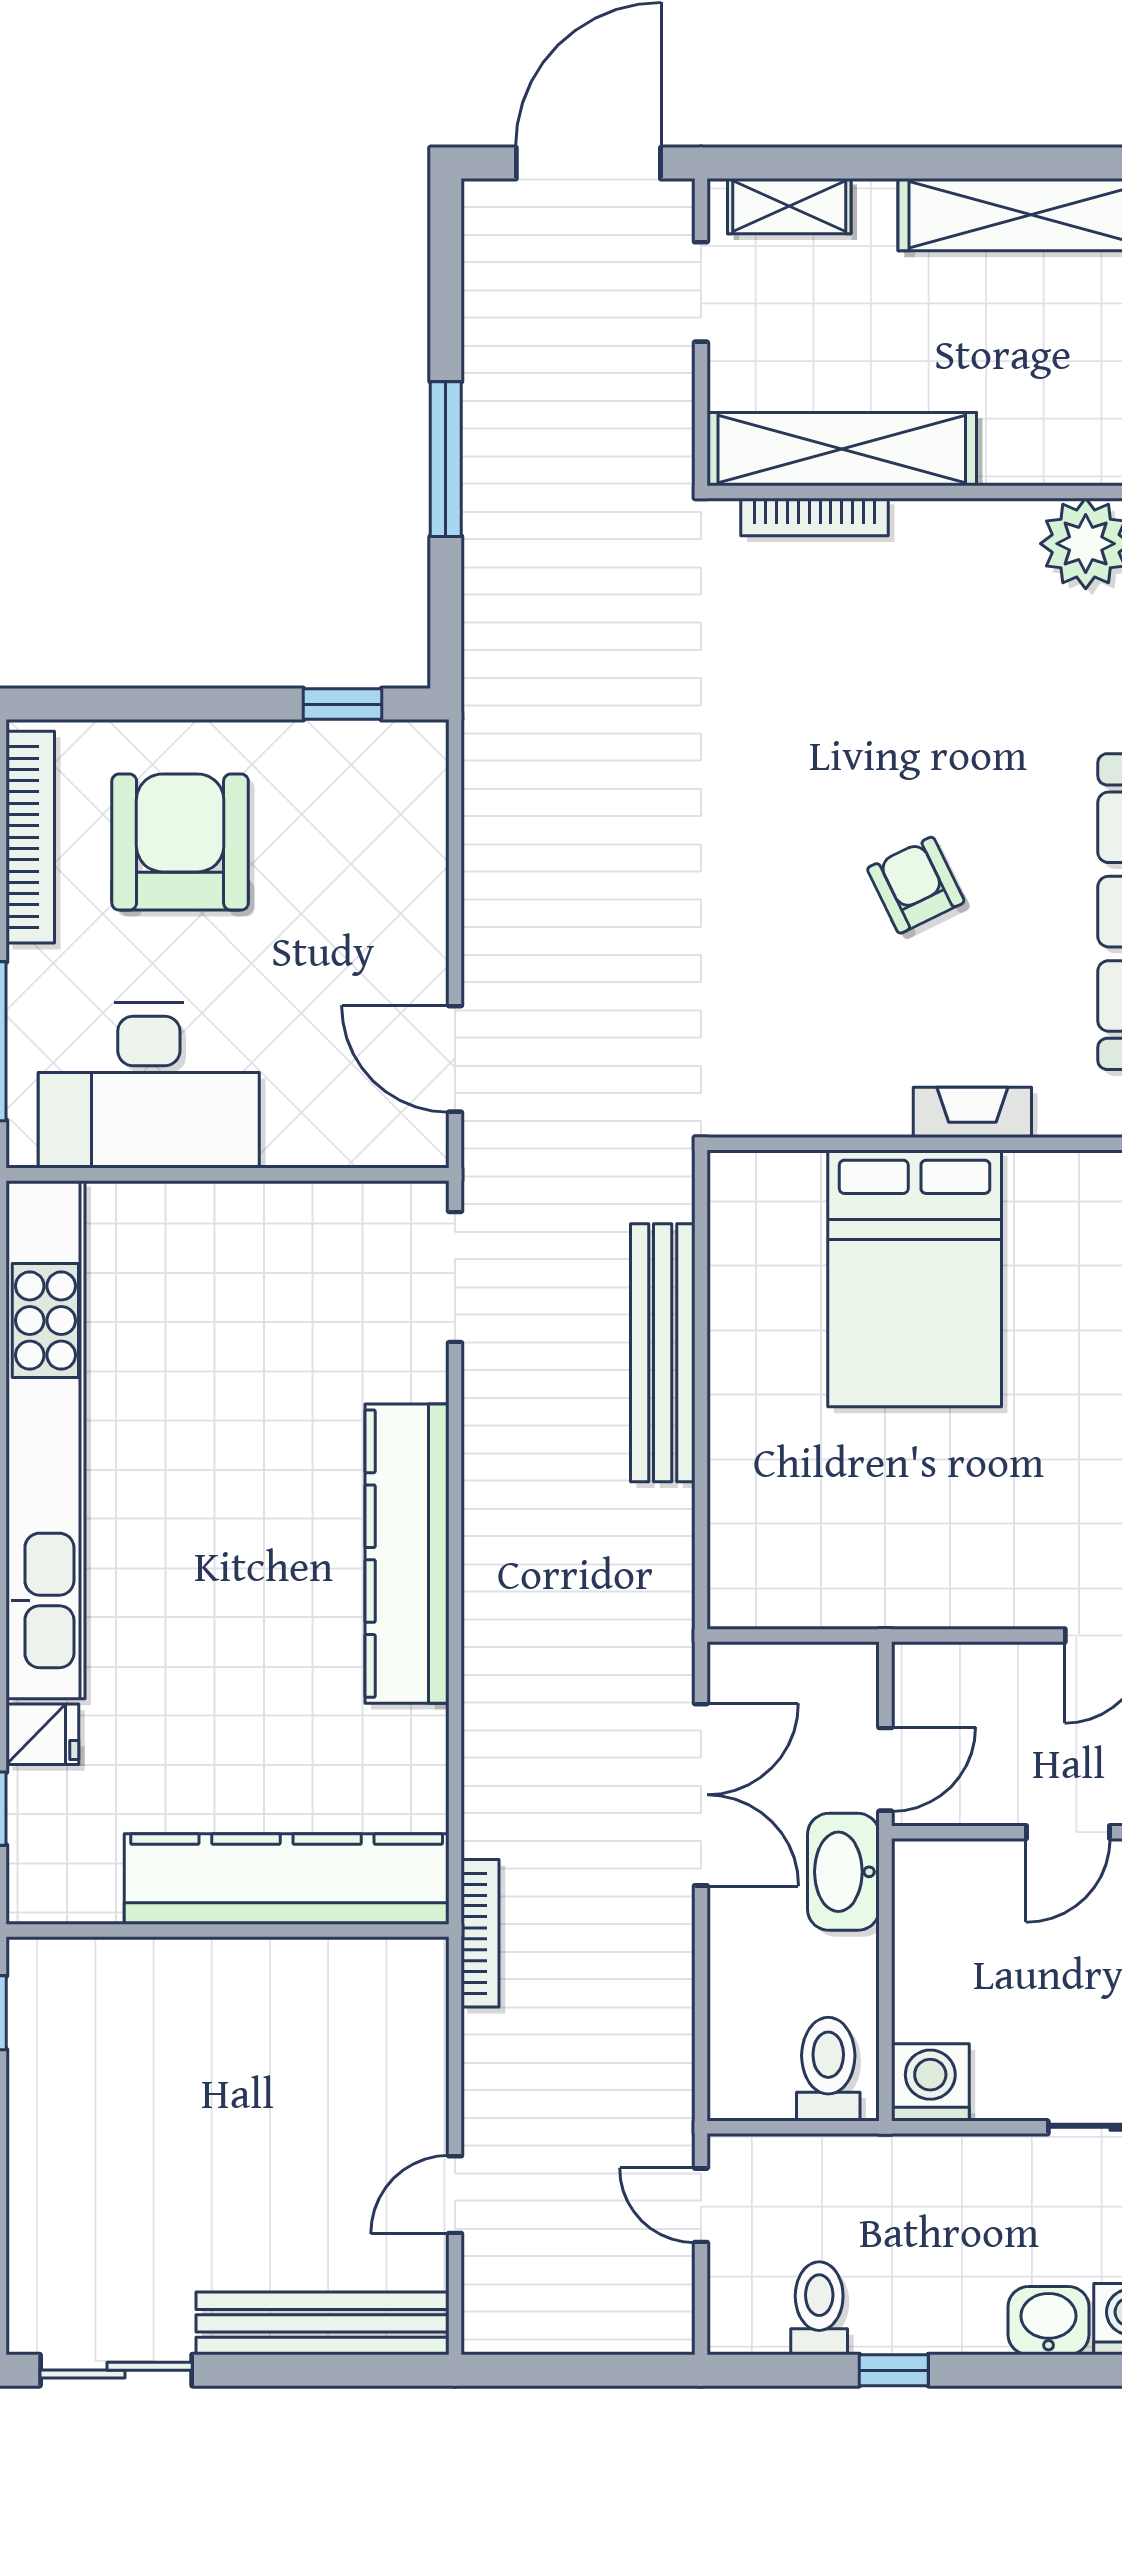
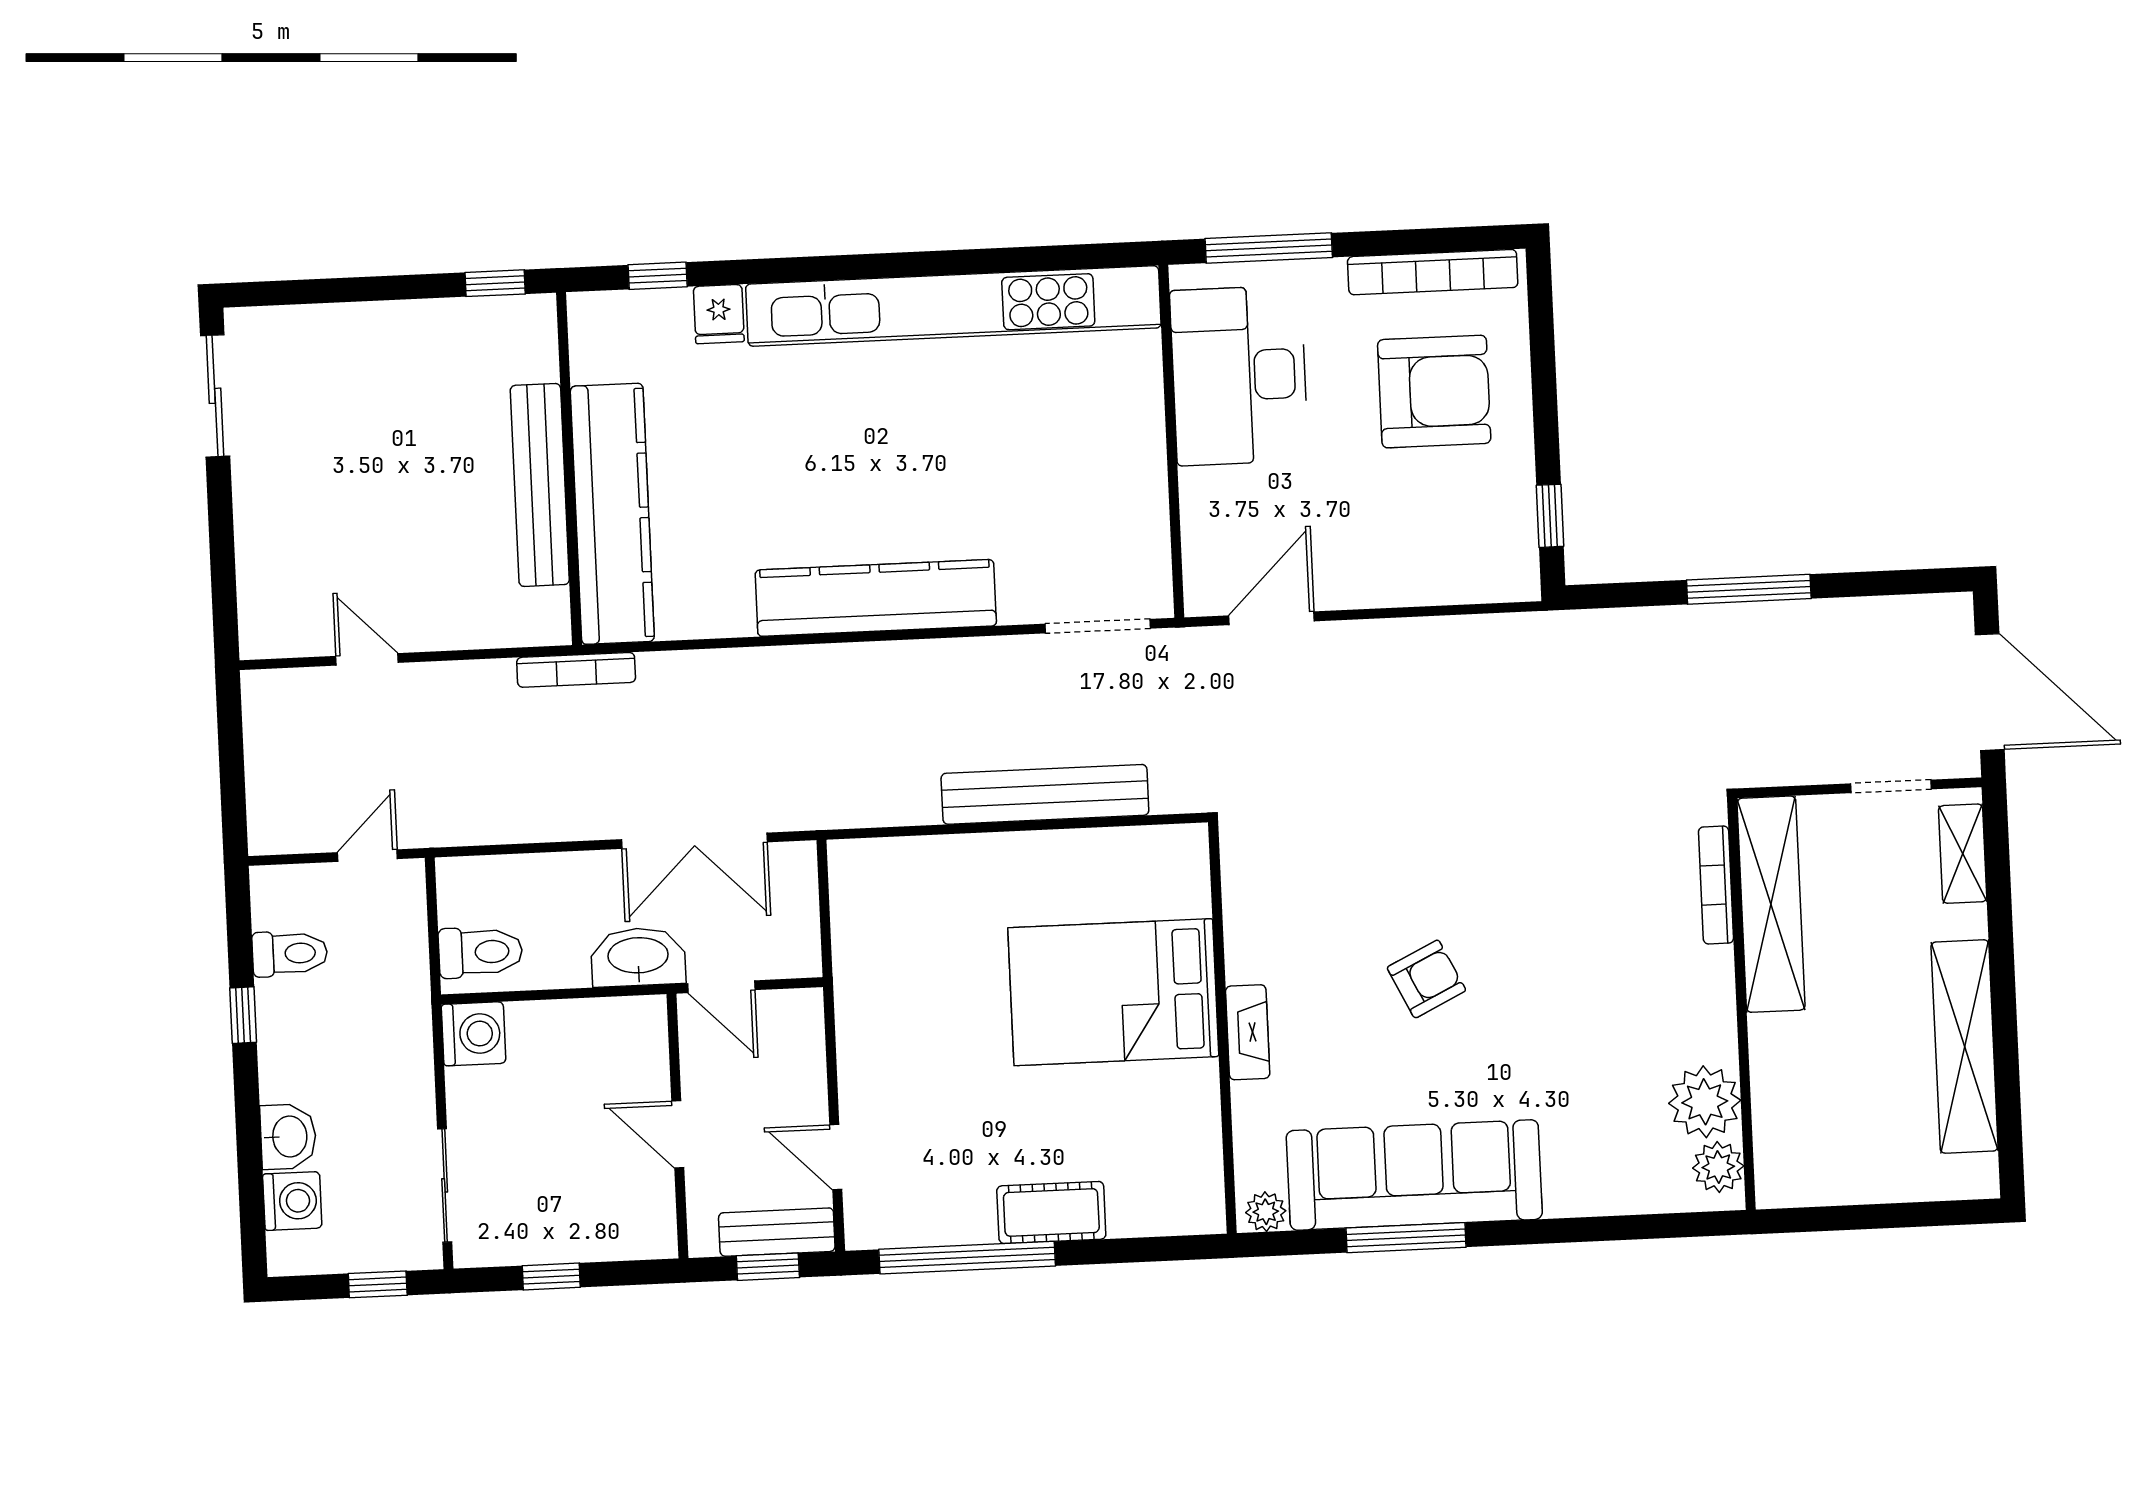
bench: (322, 2323) -> (540, 485), moved

